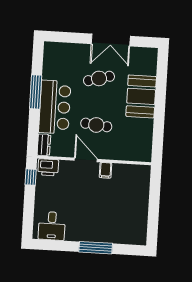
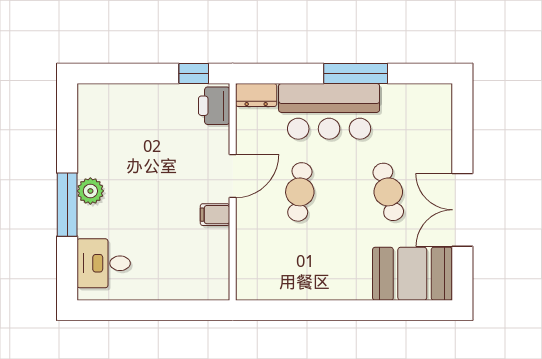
booth: (141, 96) -> (412, 274), moved
desk: (52, 226) -> (104, 263), moved
plant: (89, 235) -> (90, 191), added

